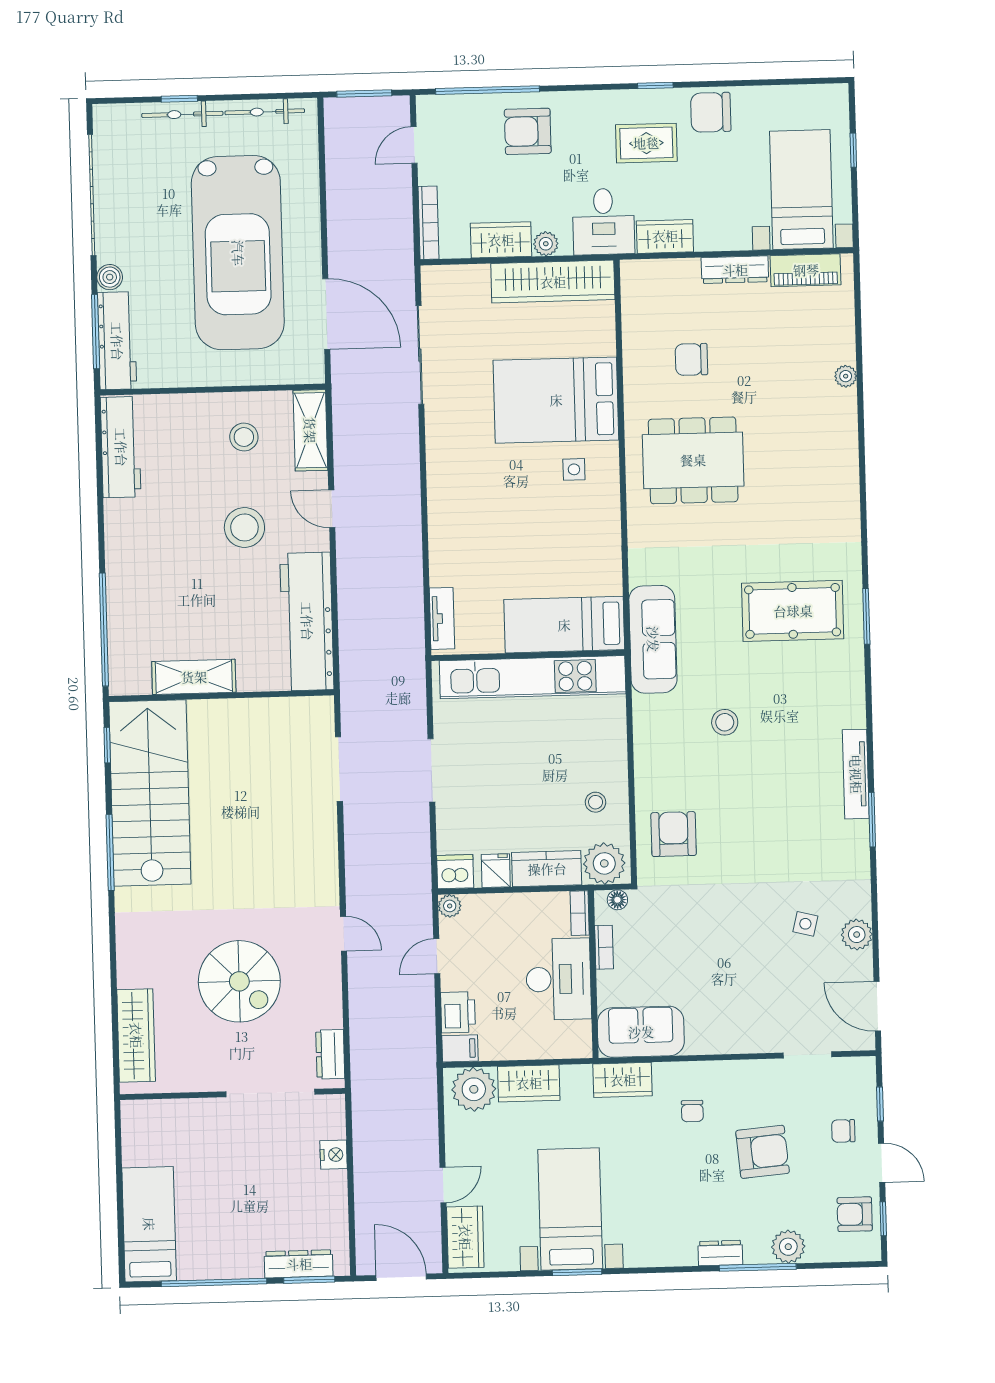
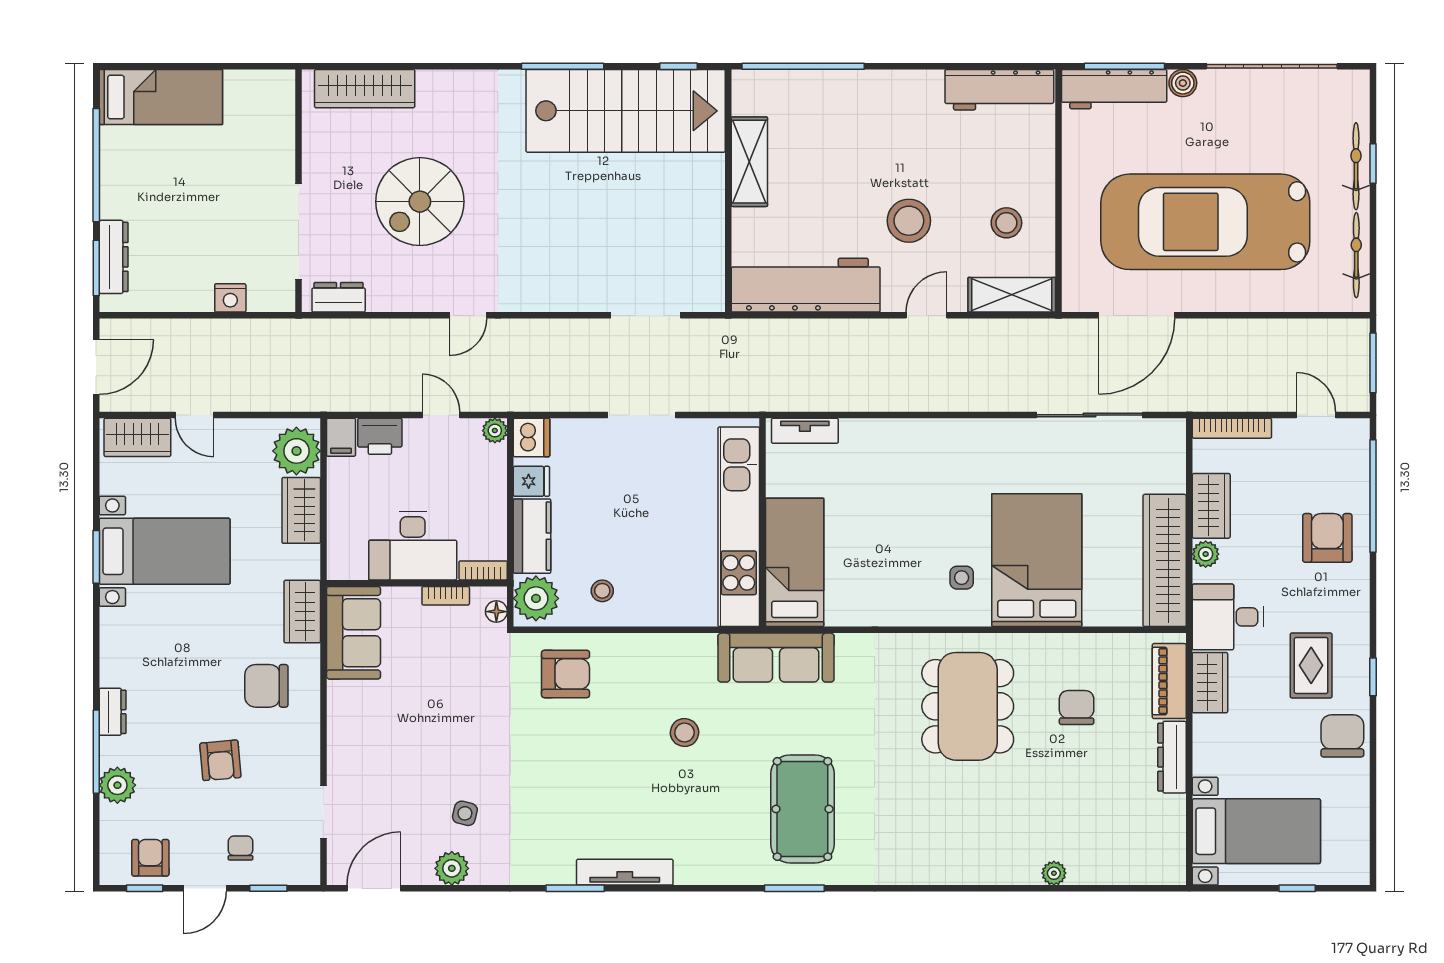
piano: (806, 270) -> (1169, 681), moved
chair: (692, 1111) -> (266, 686), width x1.87, depth x1.87
armchair: (763, 1152) -> (220, 760), width x0.72, depth x0.72

